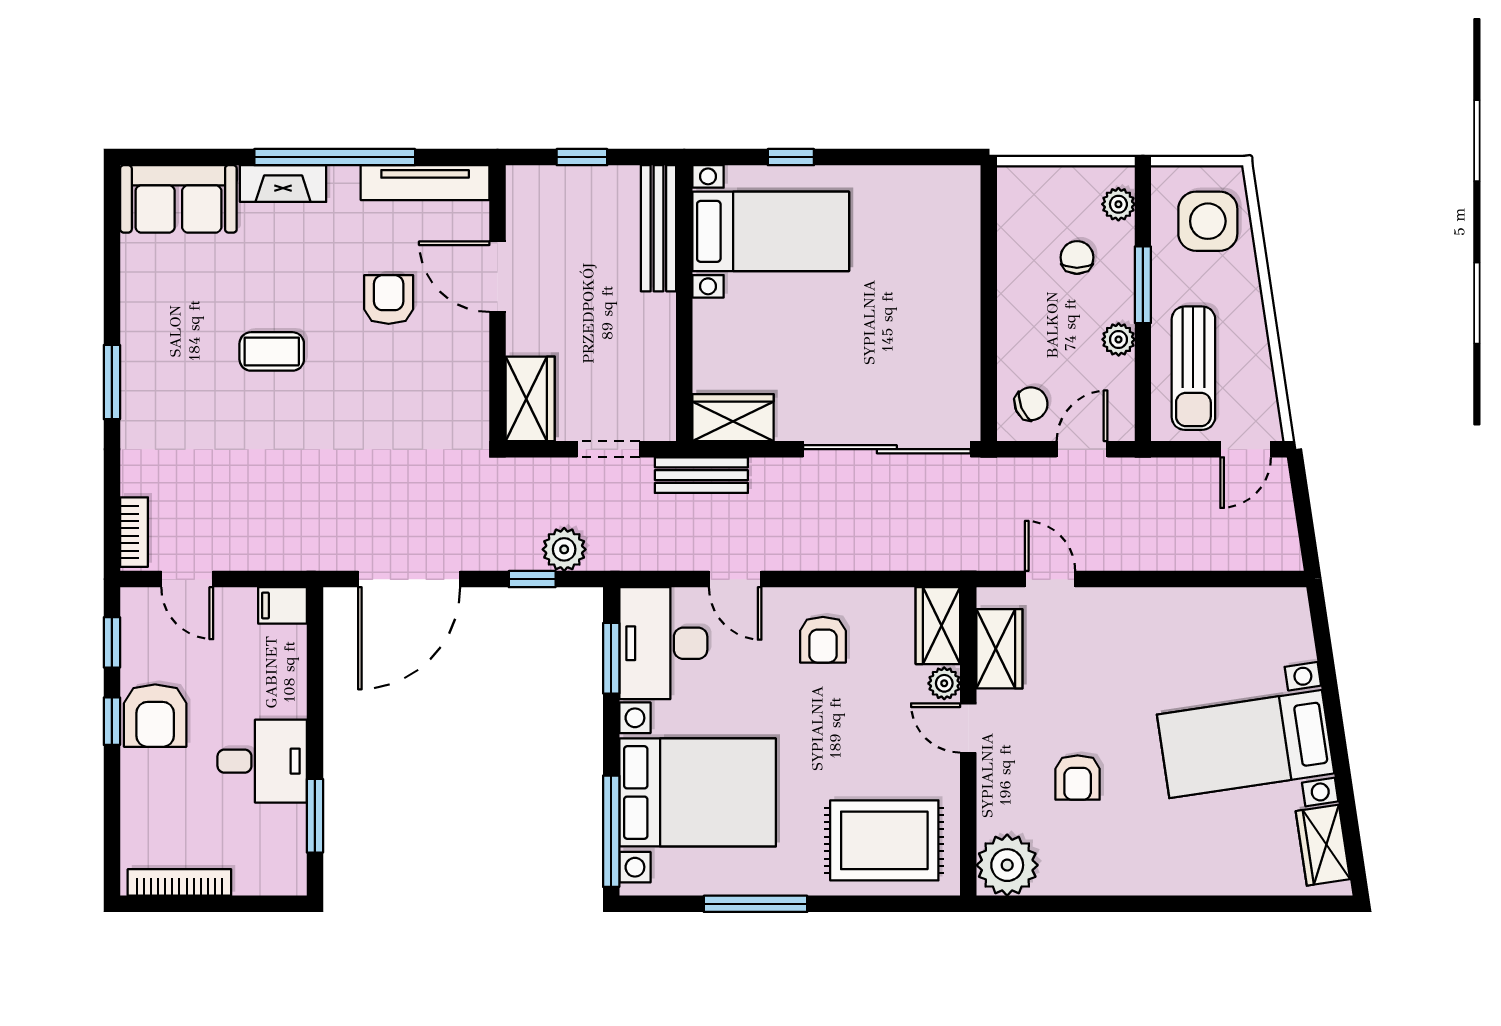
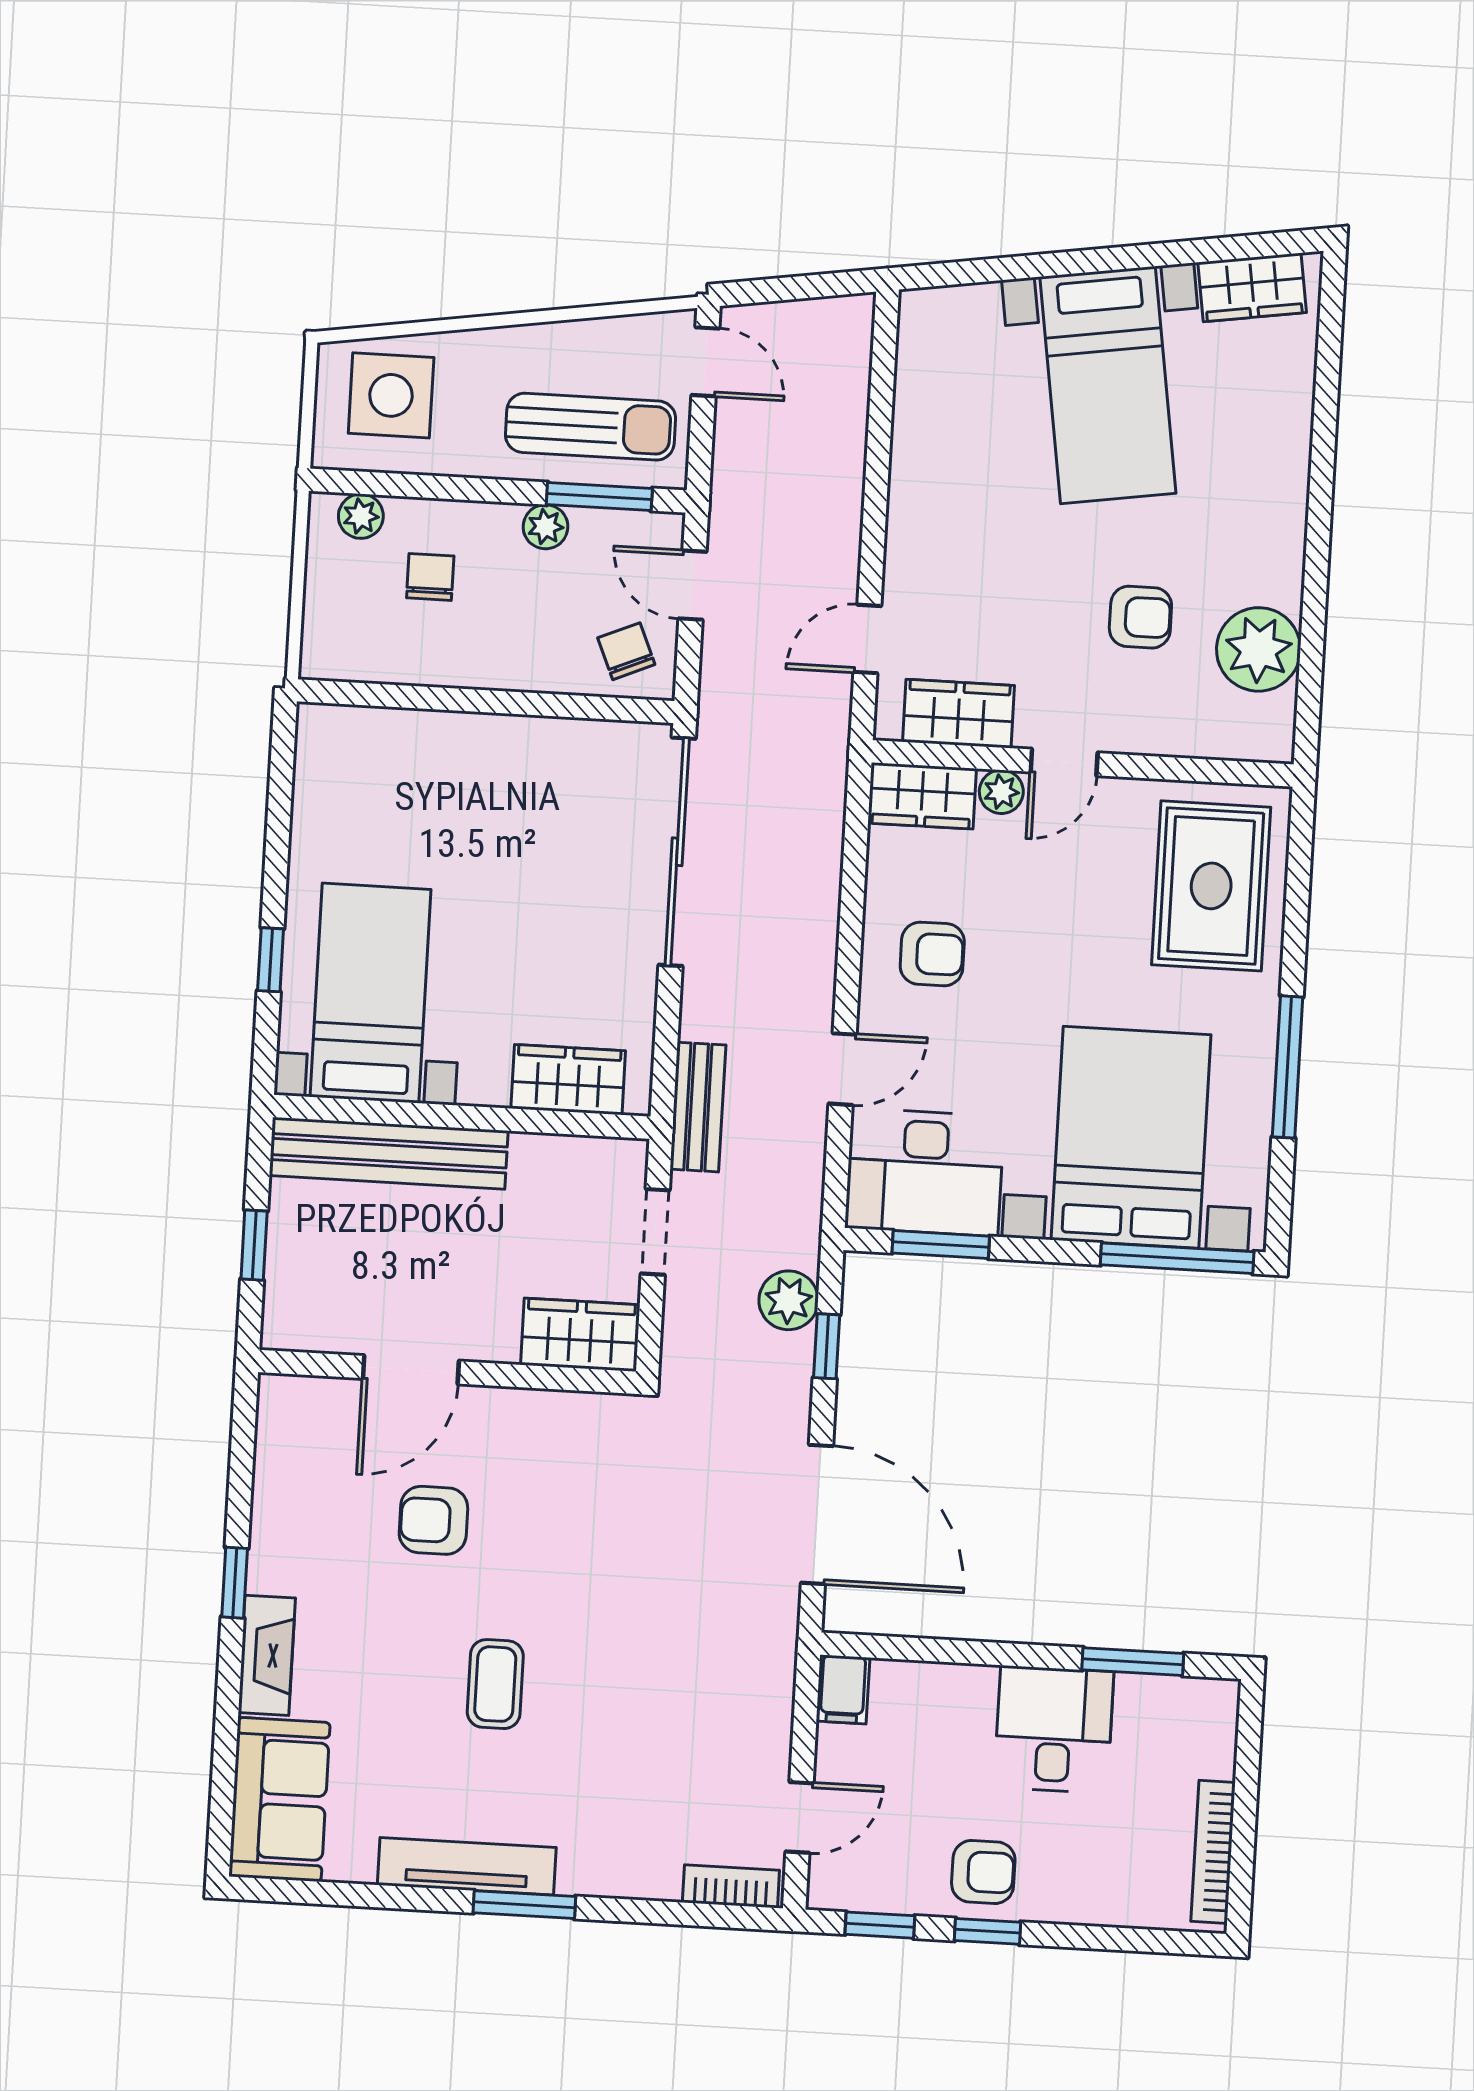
window: (335, 157) -> (235, 1583), width x0.32
tv unit: (425, 183) -> (467, 1866), moved, turned -90
bench: (658, 228) -> (389, 1153), width x1.37, depth x1.21
chair: (1077, 257) -> (430, 577), turned 90
window: (1143, 285) -> (599, 496), moved
wardrobe: (733, 418) -> (568, 1080), moved, turned 90
armchair: (155, 716) -> (983, 1872), width x0.72, depth x0.72
plant: (1007, 865) -> (1259, 649), moved

